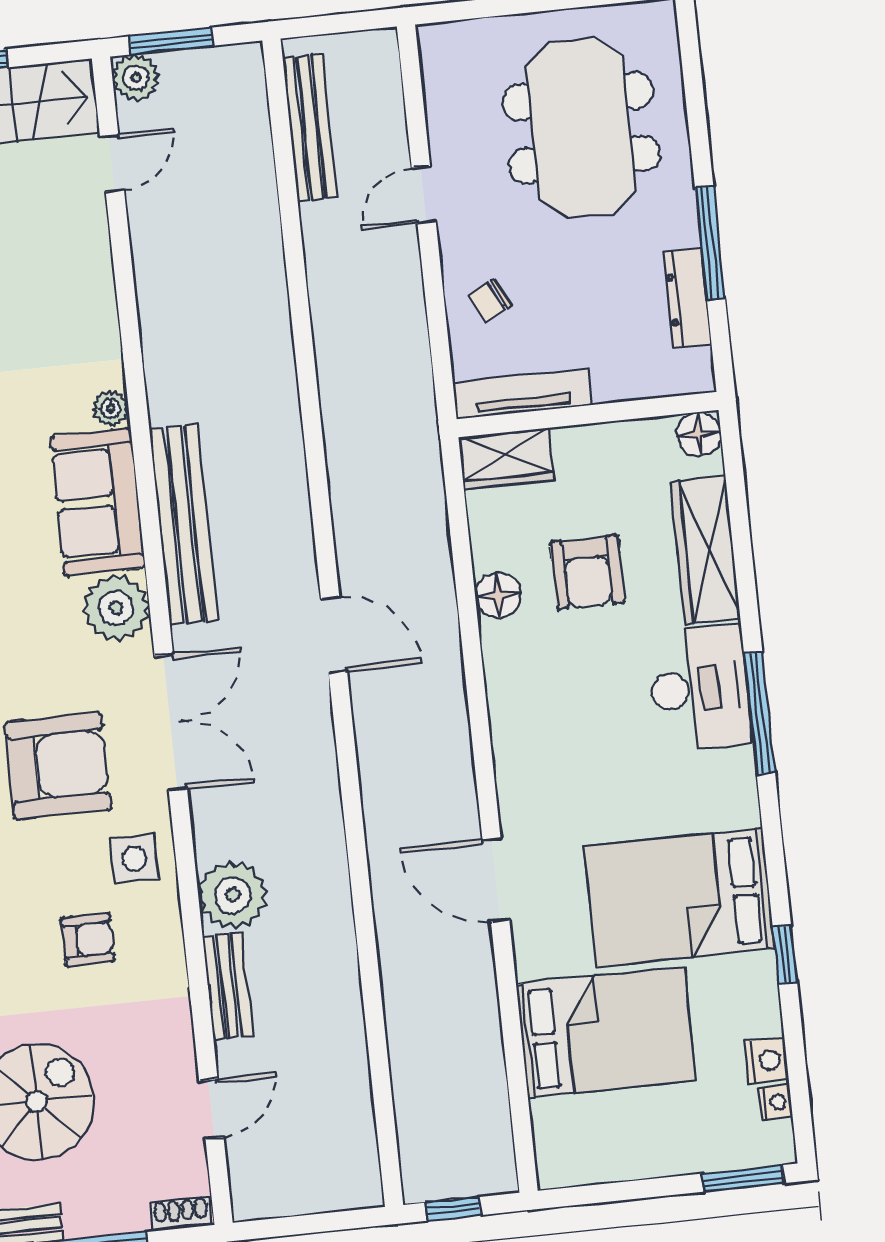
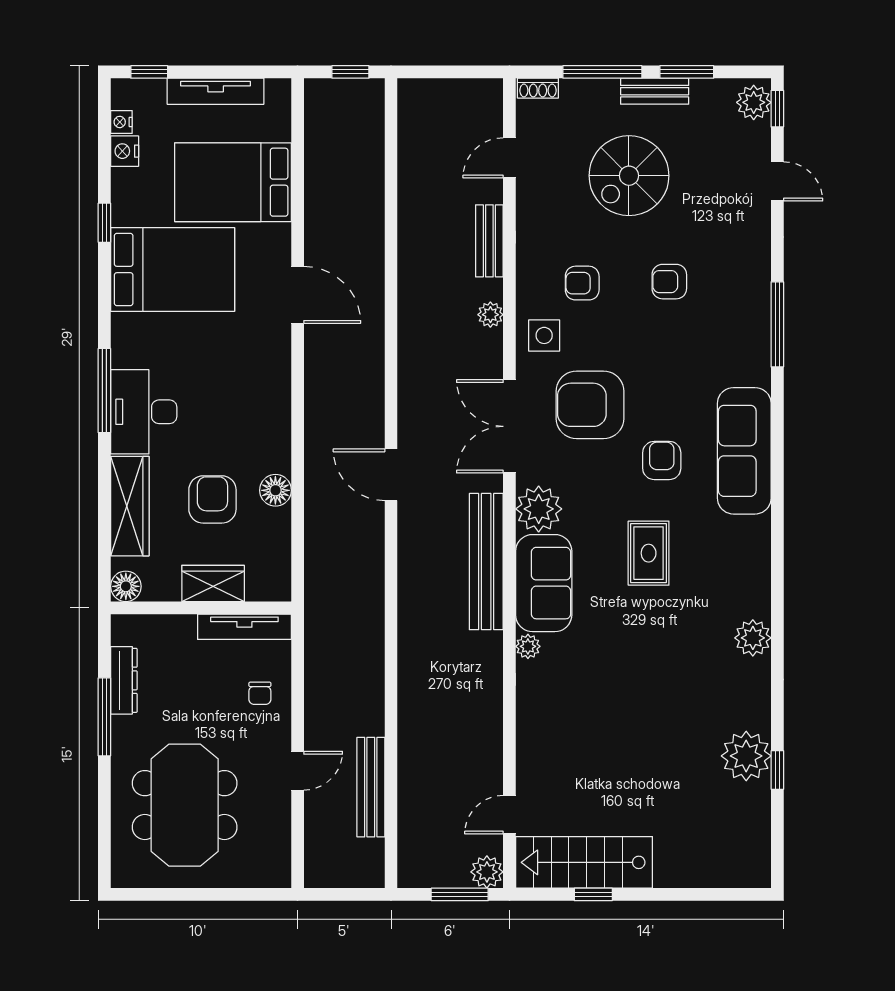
bench: (310, 128) -> (371, 787), moved
chair: (490, 300) -> (260, 693), turned 117
wardrobe: (506, 459) -> (213, 583), moved
plant: (233, 895) -> (490, 315), width x0.53, depth x0.53
tv unit: (645, 1161) -> (216, 91), added
window: (743, 1178) -> (149, 72), width x0.67

